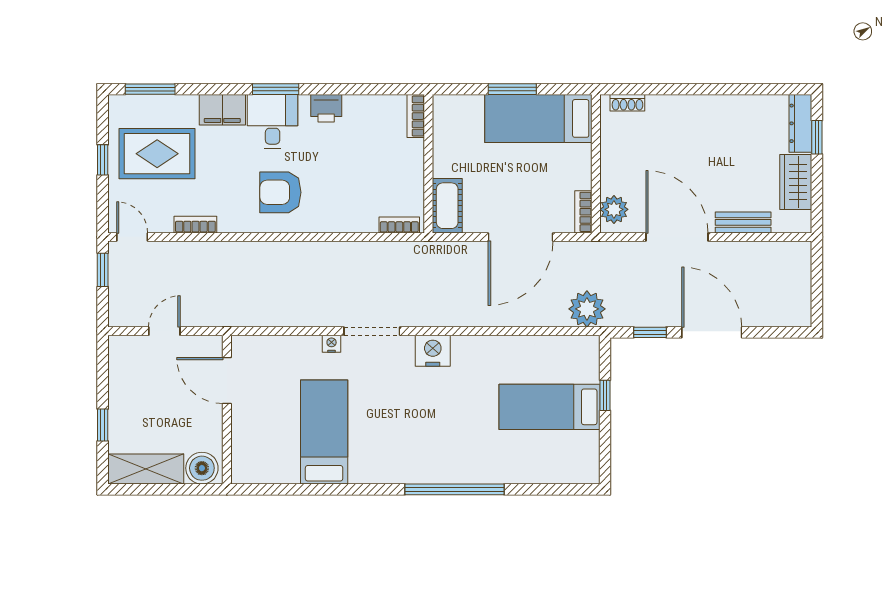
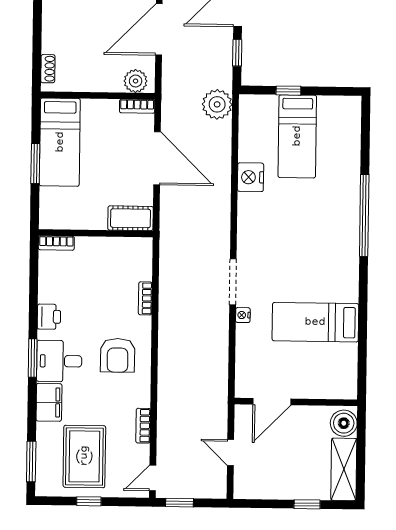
bookcase: (399, 225) -> (145, 298), moved
nightstand: (433, 351) -> (251, 177), moved

